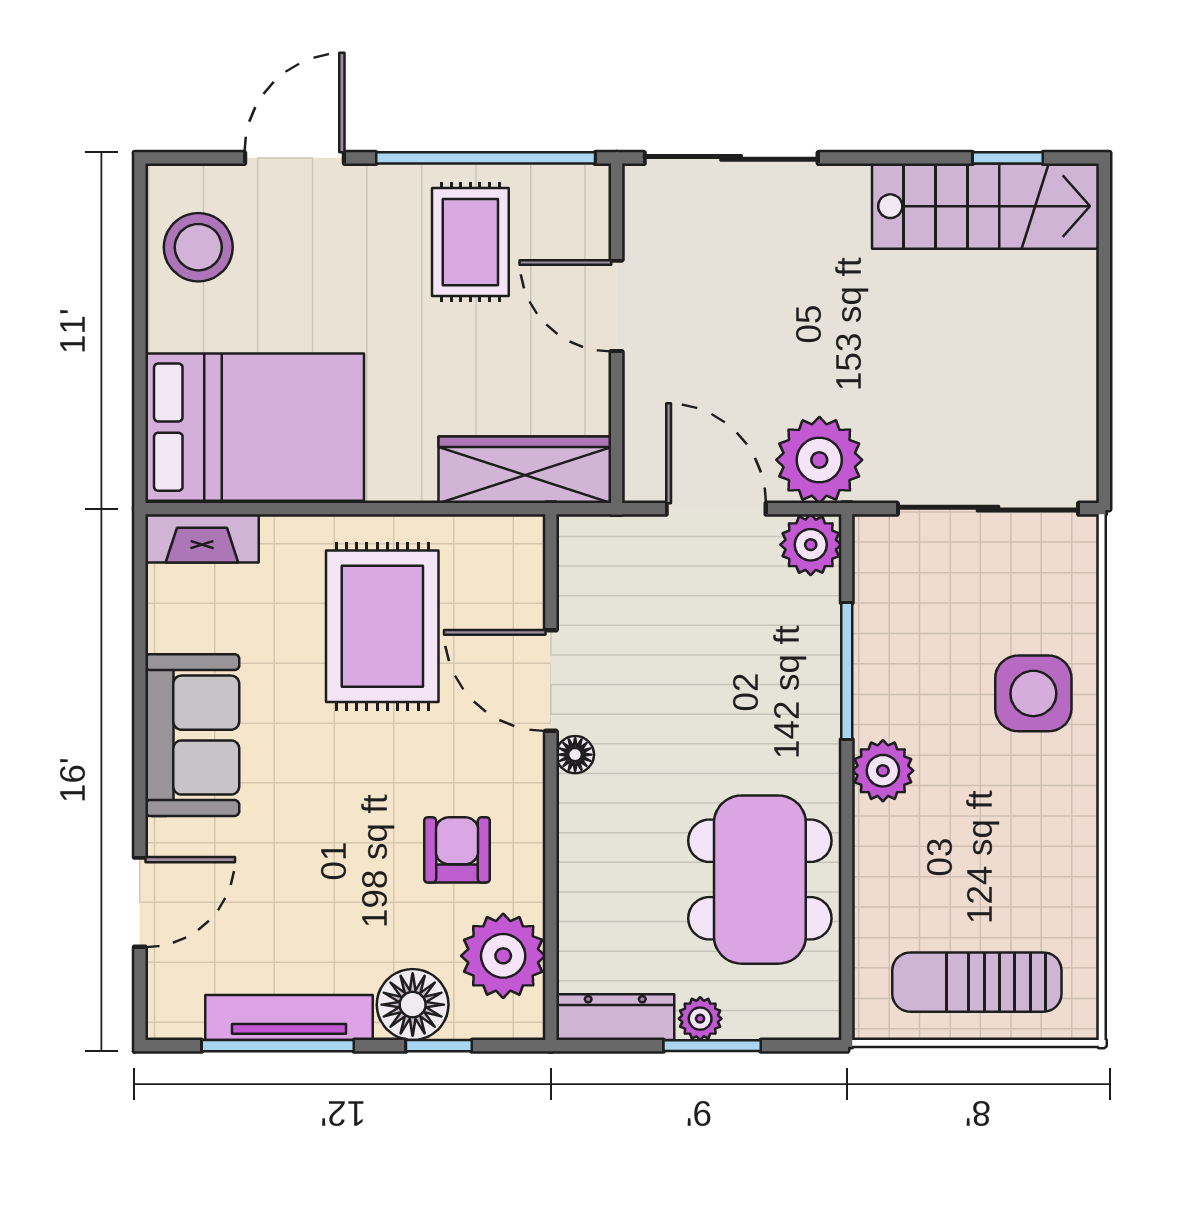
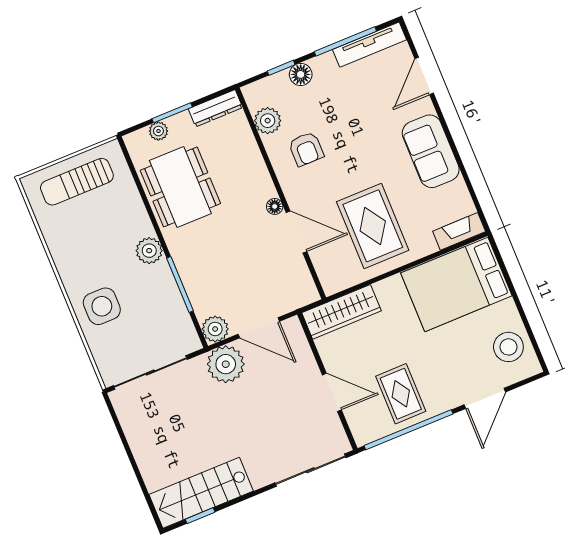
plant: (503, 956) -> (268, 121), width x0.73, depth x0.73
sun lounger: (977, 982) -> (77, 182), turned 180
floor lamp: (413, 1005) -> (301, 74), width x0.73, depth x0.73
tv unit: (289, 1018) -> (370, 45), moved
plant: (700, 1019) -> (158, 131), moved

